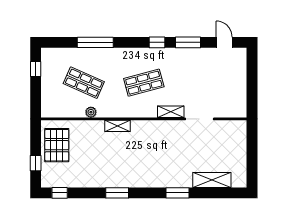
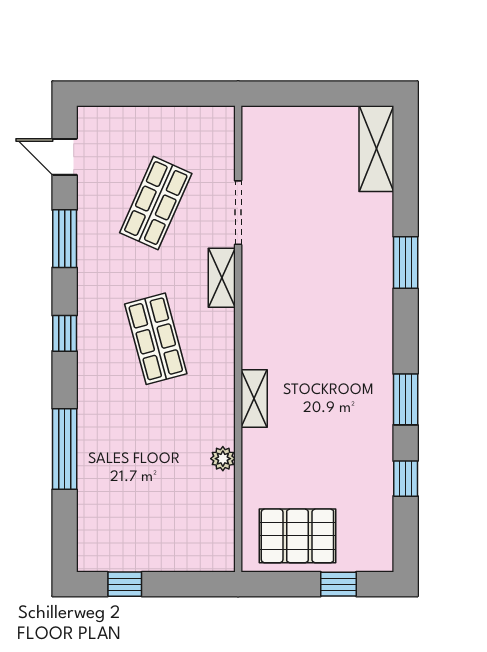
window: (157, 42) -> (65, 333), moved
door: (224, 42) -> (65, 157), hinge flipped
shop shelf: (84, 83) -> (156, 203), moved
shelving: (212, 180) -> (376, 149), moved
window: (60, 193) -> (406, 479), moved

